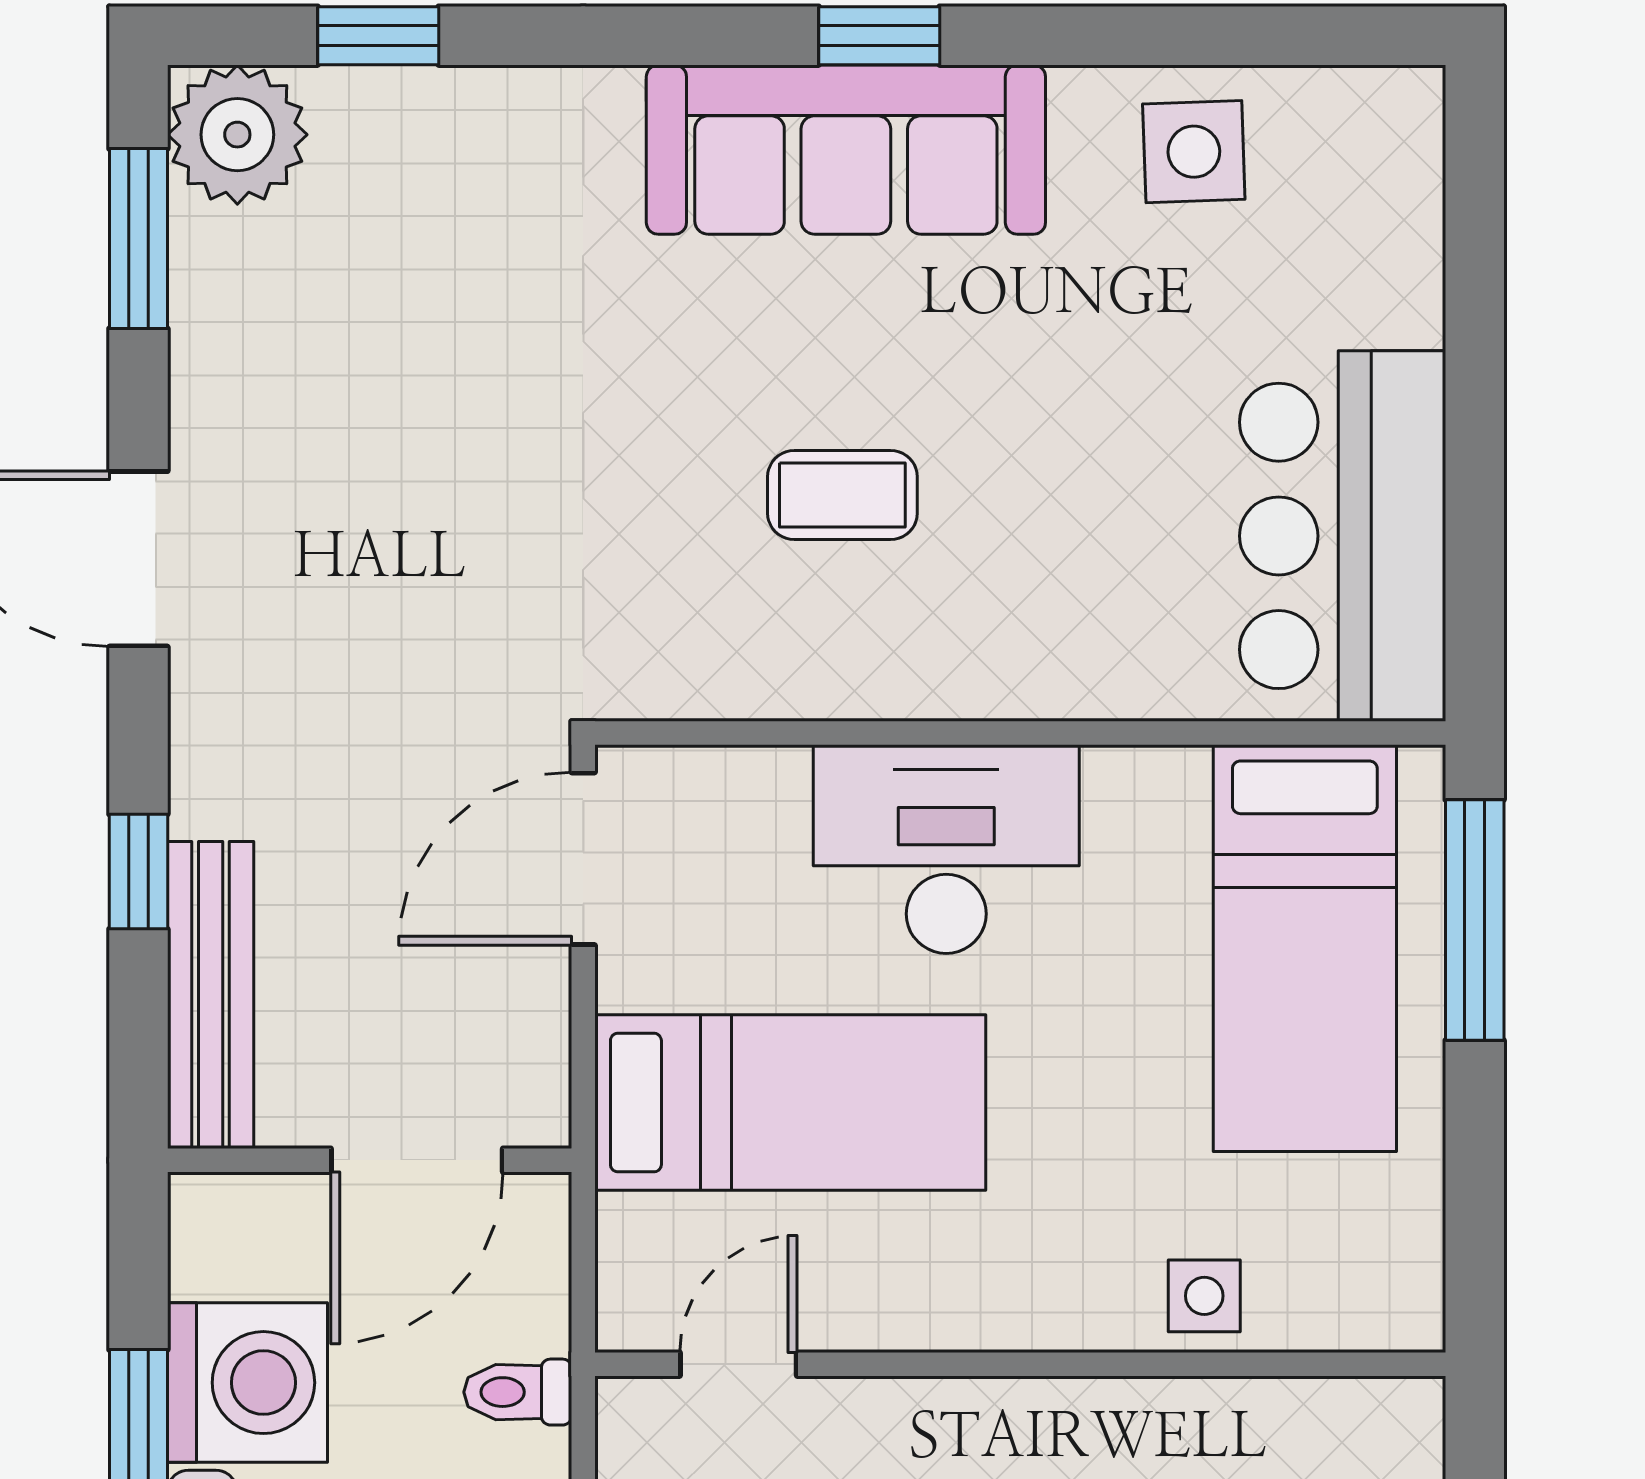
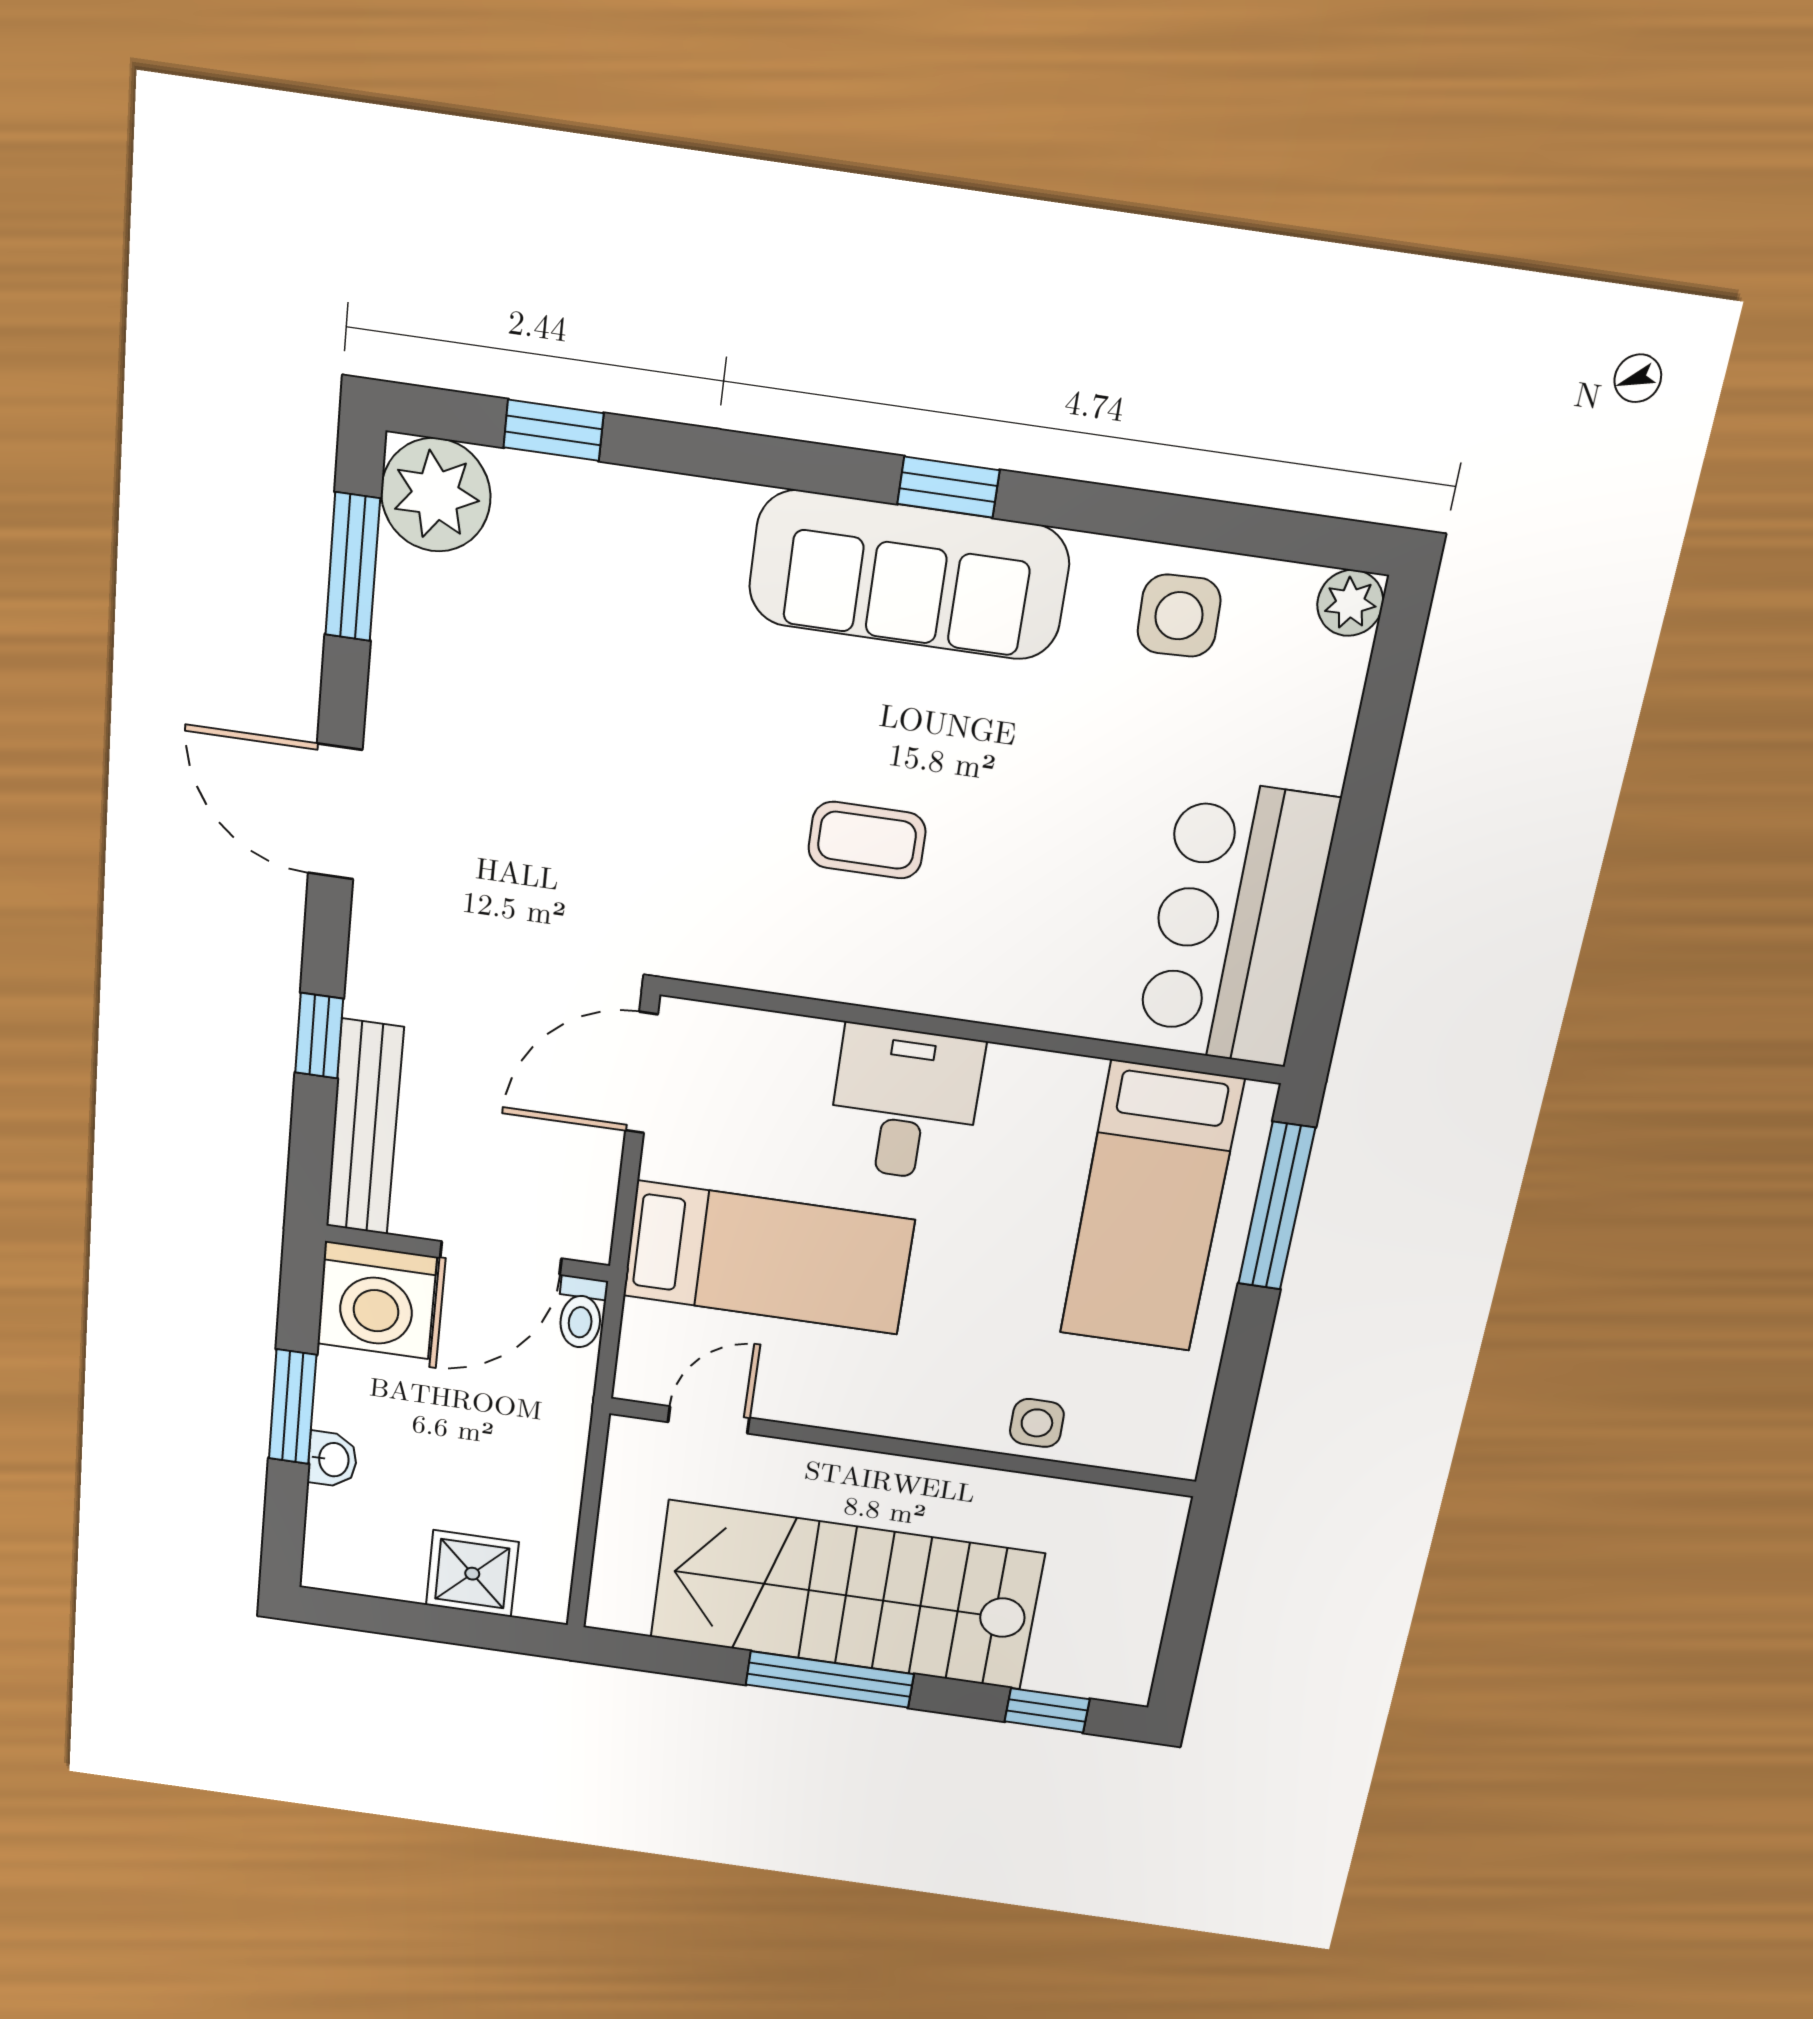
plant: (1404, 106) -> (1350, 603), added
desk: (946, 849) -> (905, 1104), width x0.73
washing machine: (247, 1383) -> (377, 1300), moved, turned 90
toilet: (518, 1392) -> (581, 1313), moved, turned -90

